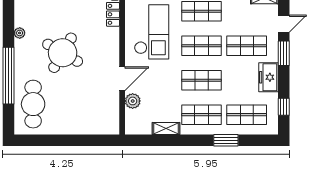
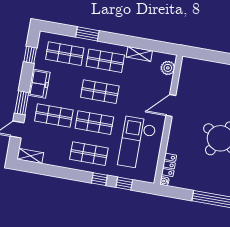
plant: (133, 101) -> (168, 68), moved

